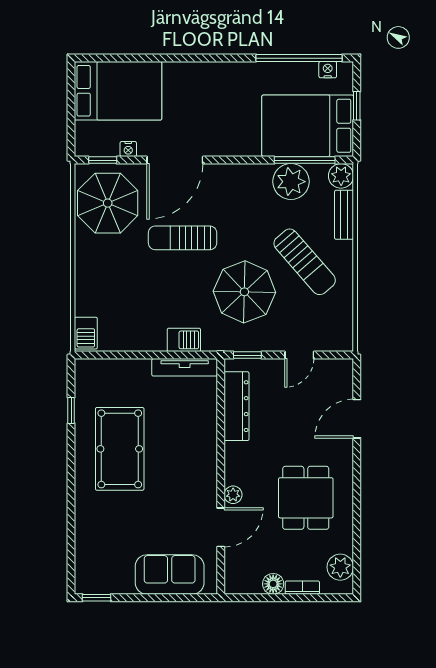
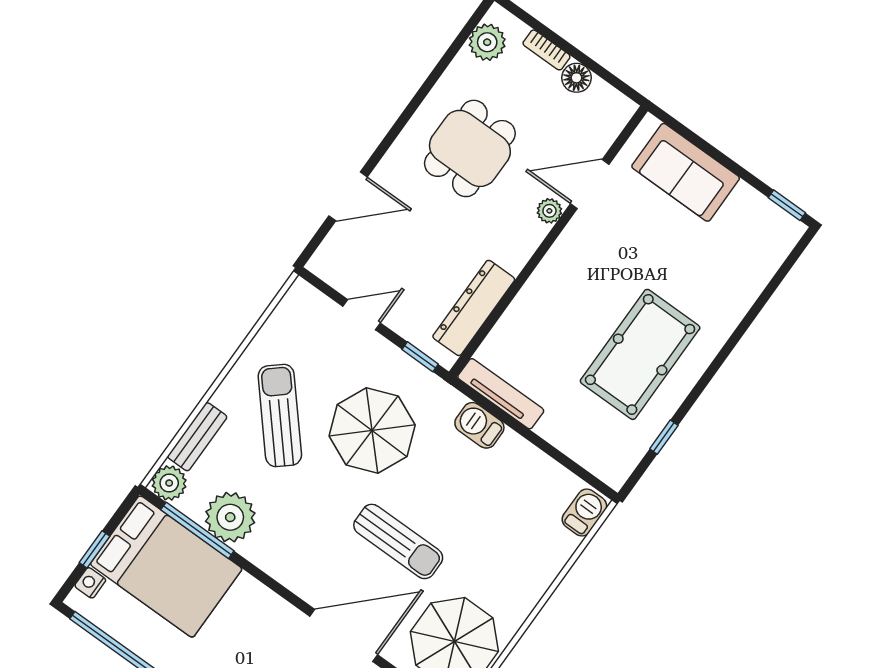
nightstand: (328, 70) -> (90, 583), moved, turned 90

